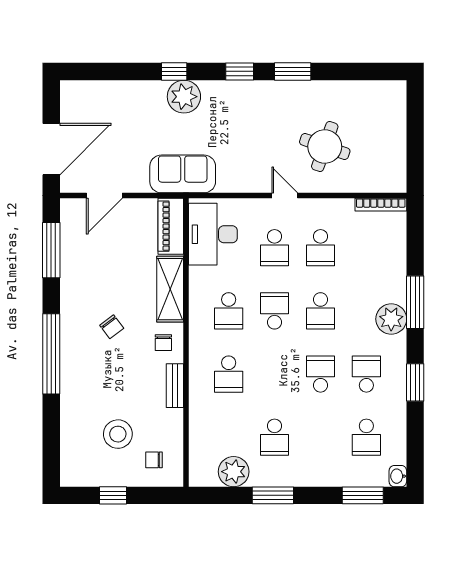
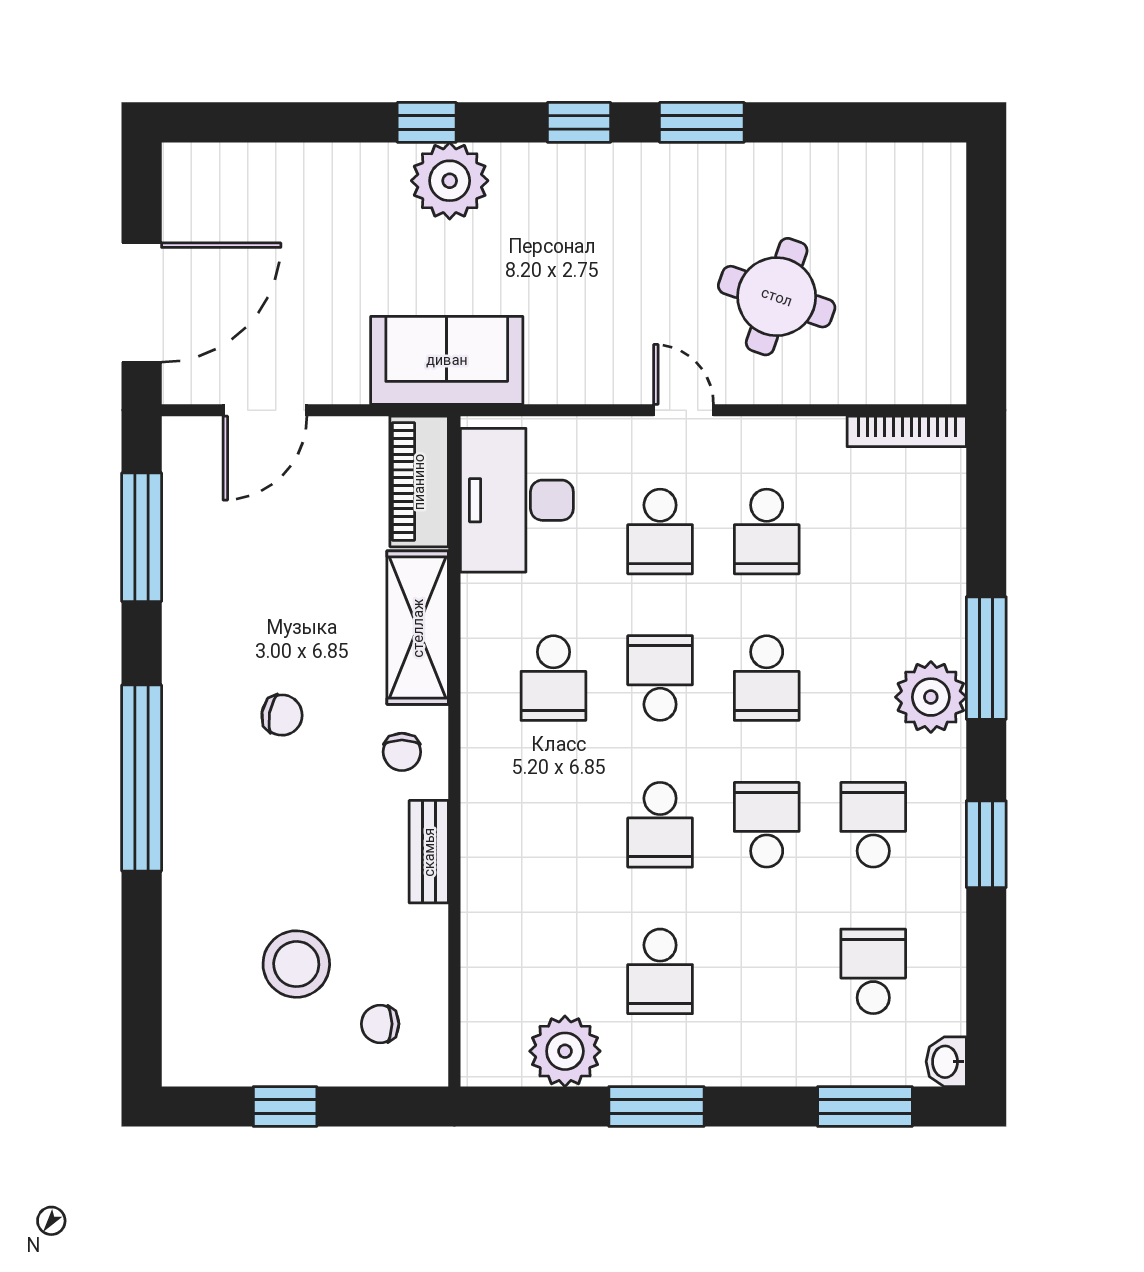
chair: (112, 327) -> (282, 715), turned -43
school desk: (229, 374) -> (660, 825), moved
school desk: (366, 437) -> (873, 971), turned 180

